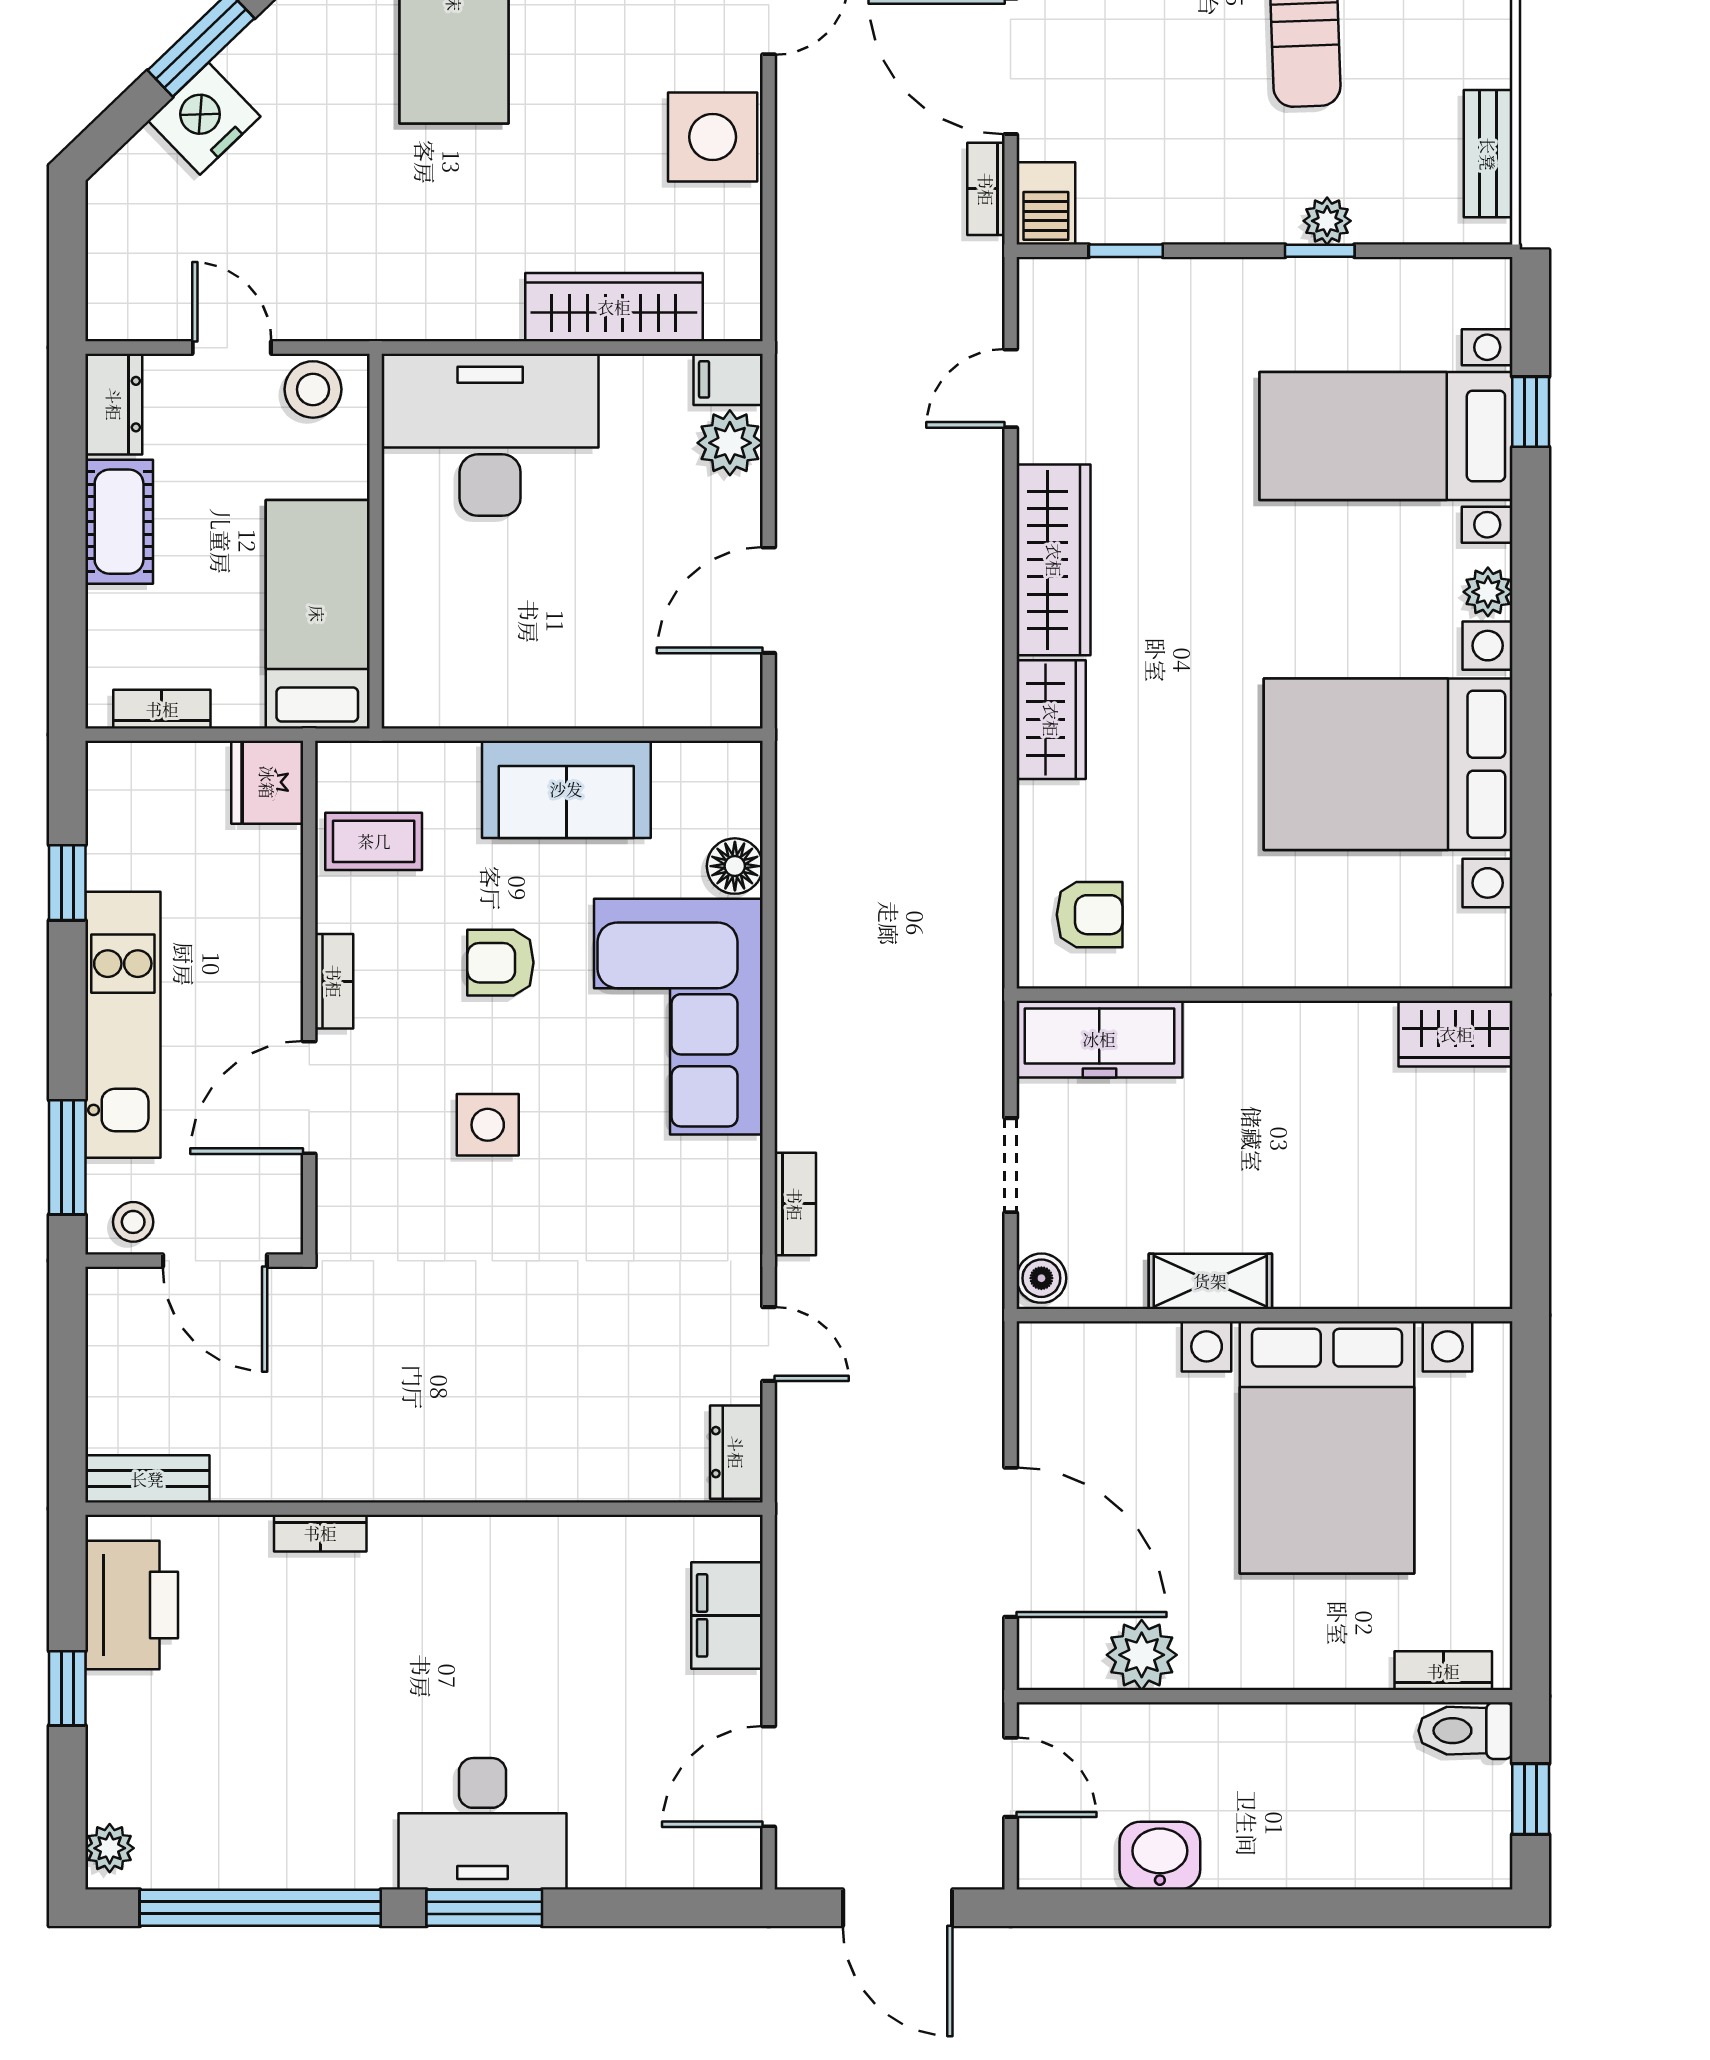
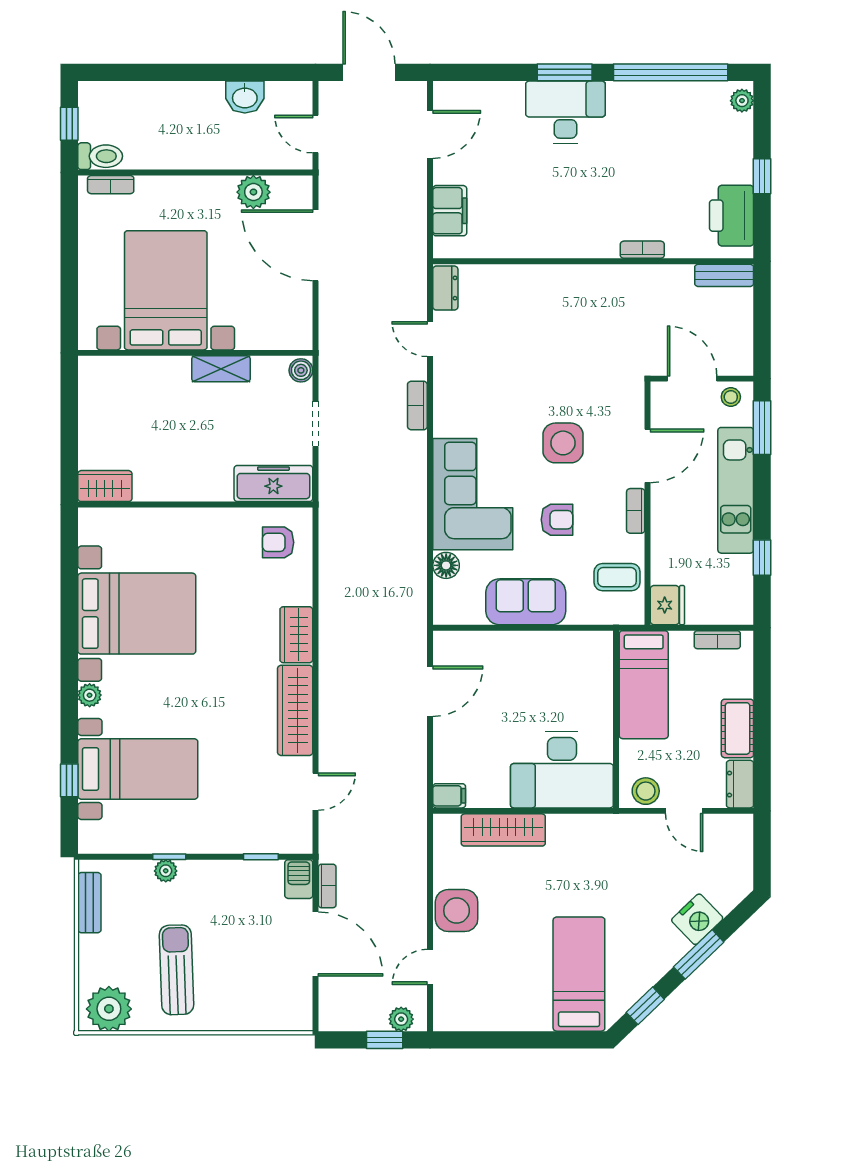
plant: (730, 443) -> (448, 766), removed
side table: (488, 1125) -> (563, 443), width x1.37, depth x1.37

